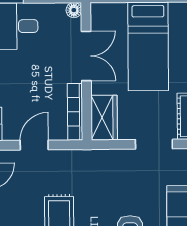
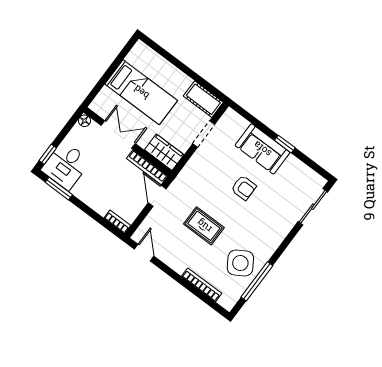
door: (34, 145) -> (157, 196), moved

